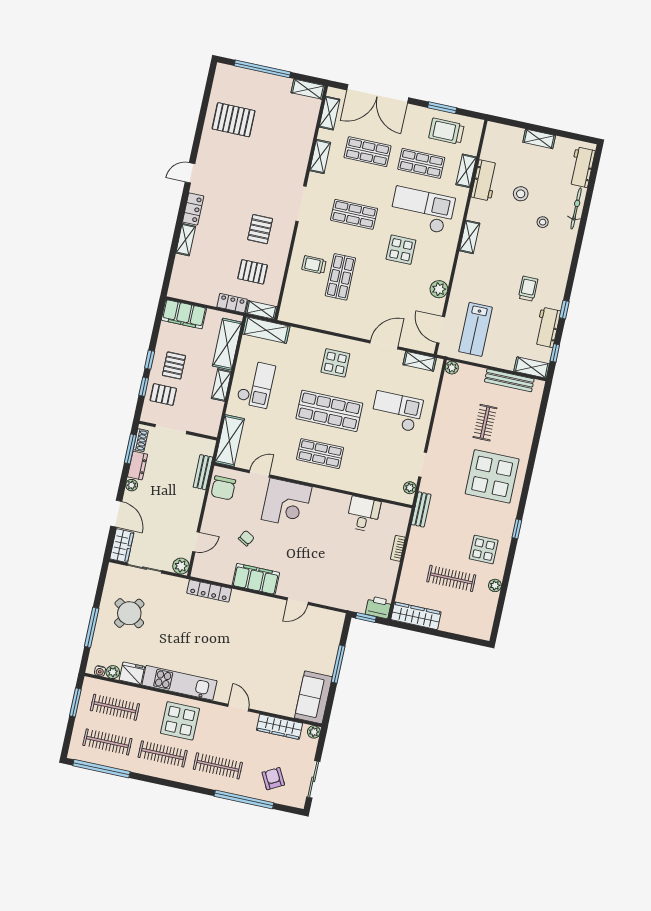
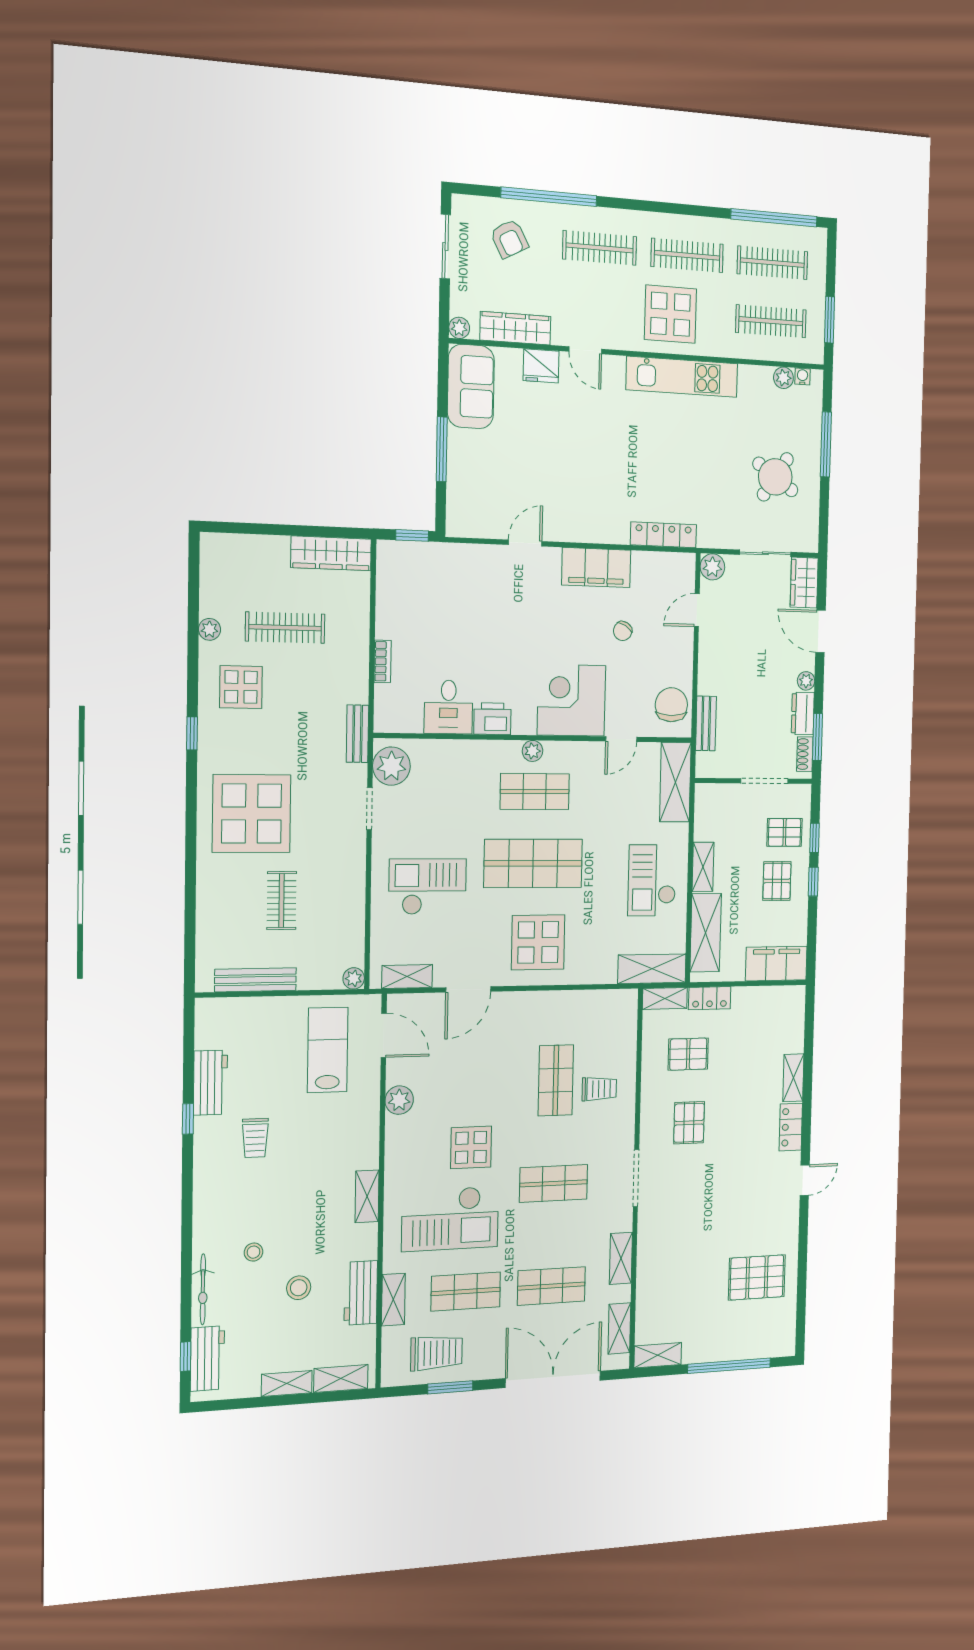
window: (555, 353) -> (185, 1356), moved
display table: (335, 363) -> (538, 942), width x1.36, depth x1.36
shelving: (532, 368) -> (341, 1378), moved
checkout: (397, 411) -> (428, 887), turned 180
plant: (317, 478) -> (533, 751), added
plant: (410, 488) -> (391, 766), width x1.87, depth x1.87
printer: (378, 607) -> (492, 719), moved, turned 180
fridge: (132, 673) -> (541, 366), moved

